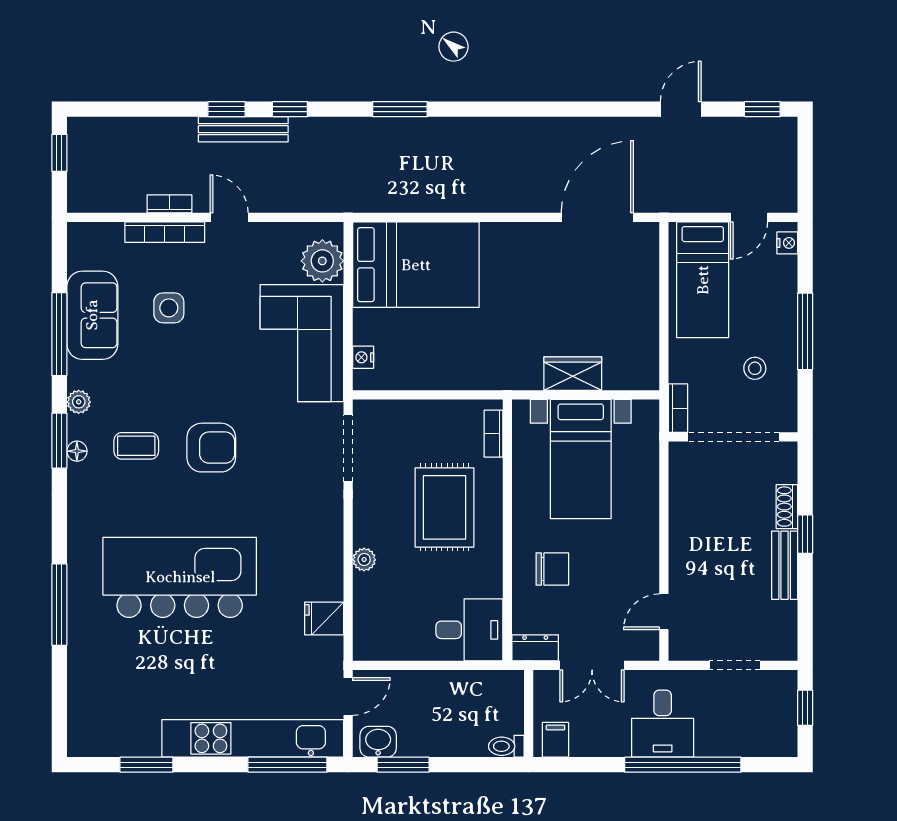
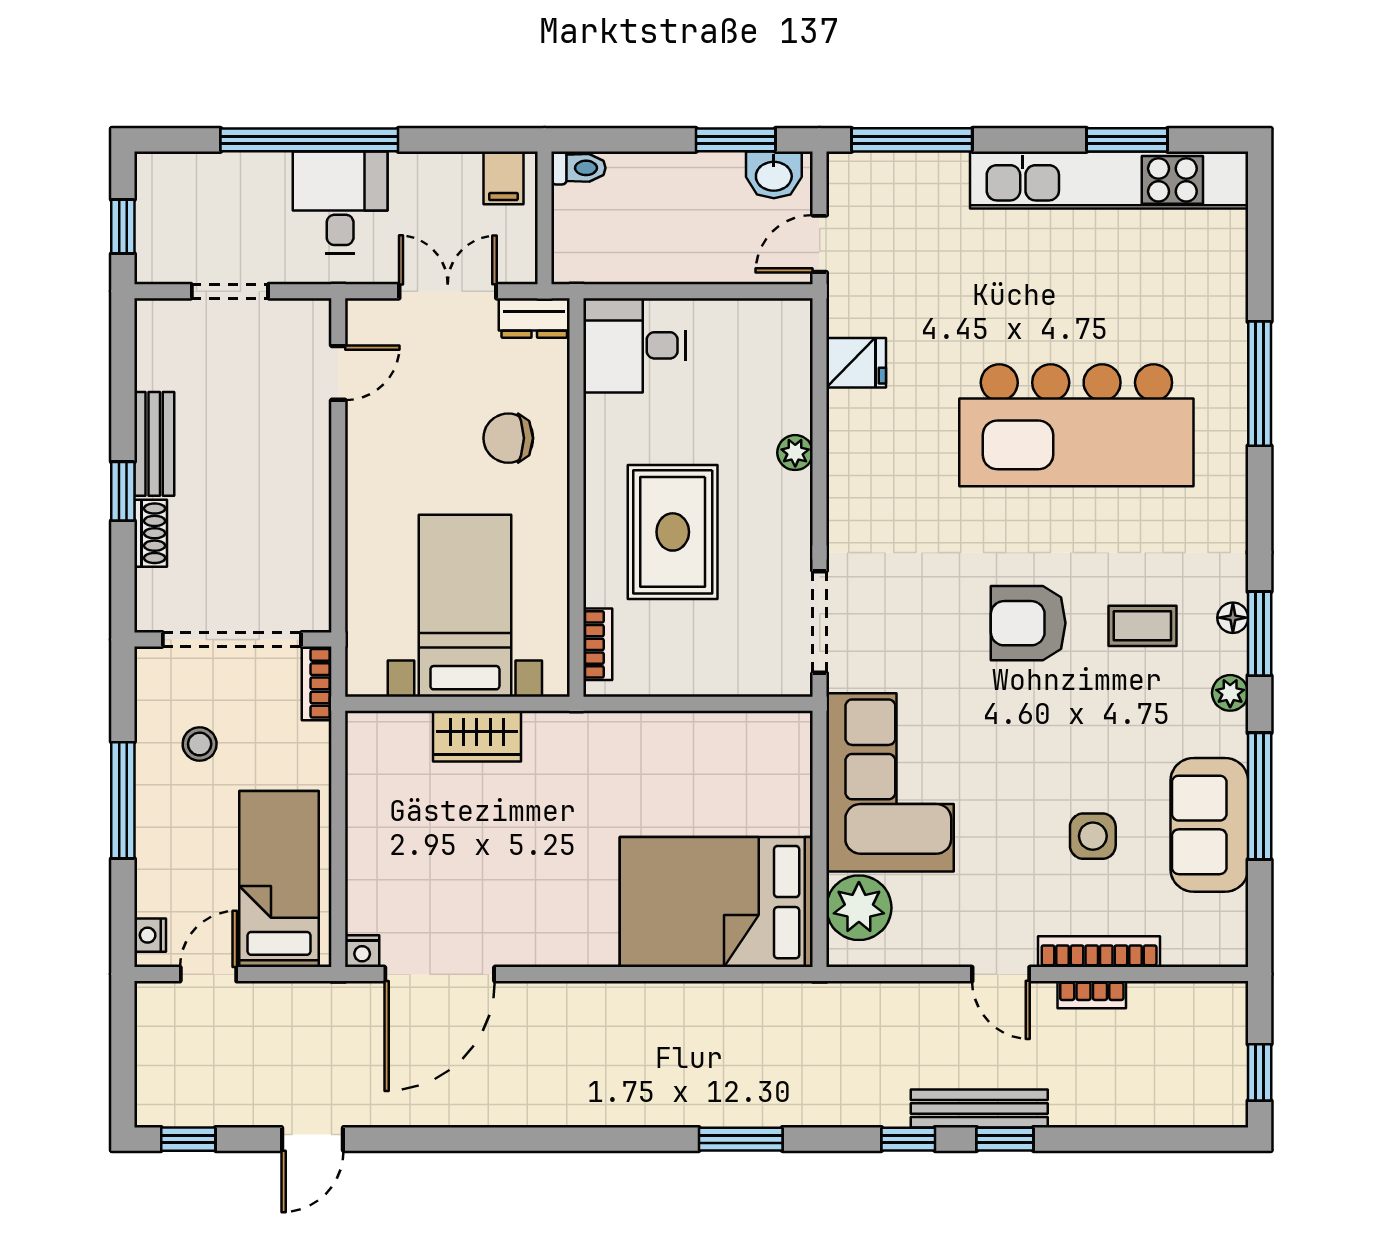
nightstand: (363, 357) -> (362, 951), moved, turned 90
kitchen unit: (253, 738) -> (1109, 180), moved

